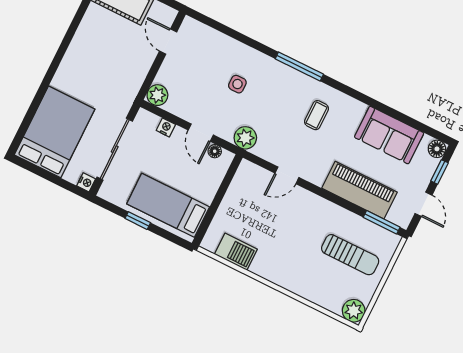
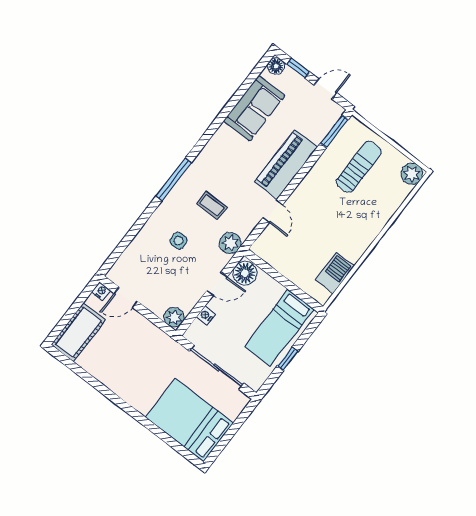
coffee table: (317, 115) -> (212, 205), moved
floor lamp: (215, 151) -> (245, 273), width x1.89, depth x1.89
nightstand: (86, 182) -> (101, 291), moved
piano: (359, 190) -> (286, 165), moved

